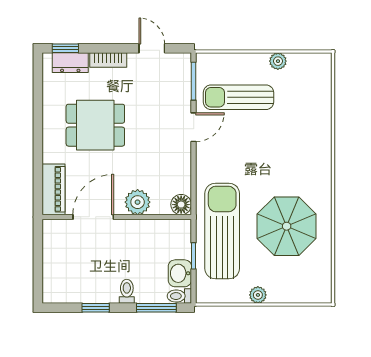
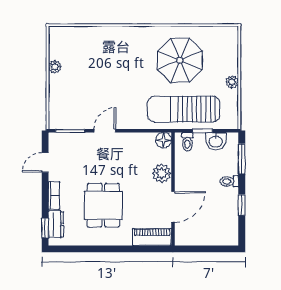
sun lounger: (238, 97) -> (82, 97), removed
door: (194, 127) -> (105, 131), hinge flipped
door: (93, 217) -> (173, 207), swing flipped
toilet: (179, 296) -> (187, 142), moved

